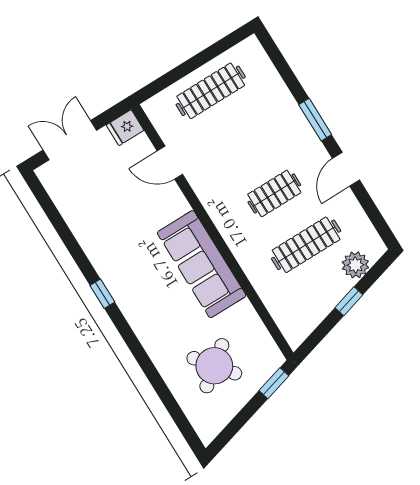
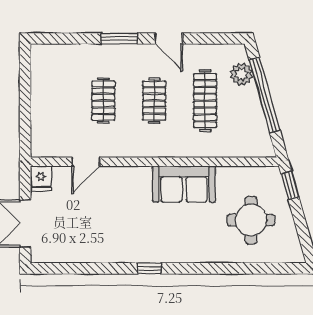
clothes rail: (211, 91) -> (103, 101), moved, width x0.73
sofa: (202, 264) -> (184, 184), width x0.73
window: (349, 301) -> (265, 95), width x3.17
round table: (214, 366) -> (251, 220), turned 38

